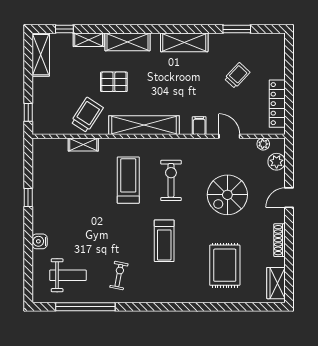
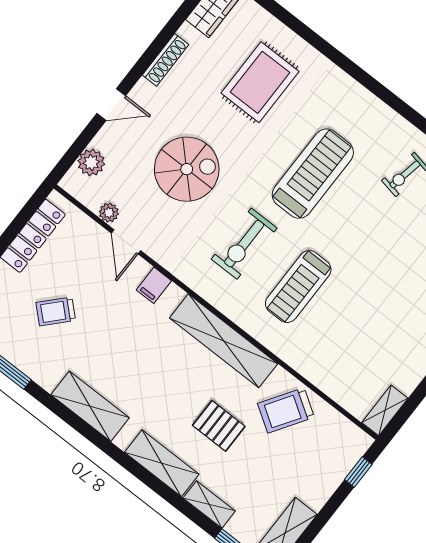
plant: (263, 144) -> (109, 213), moved
shelving: (83, 145) -> (385, 410), moved, turned 90
treadmill: (164, 241) -> (313, 174), width x1.37, depth x1.38

